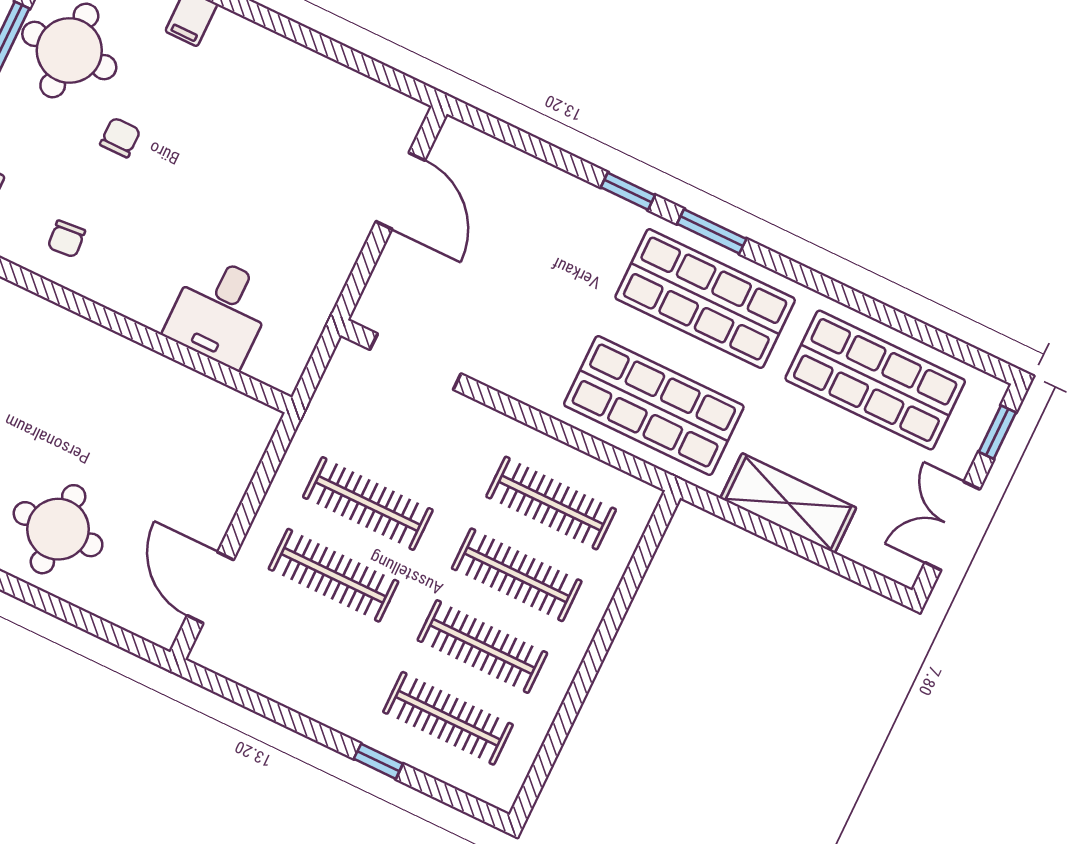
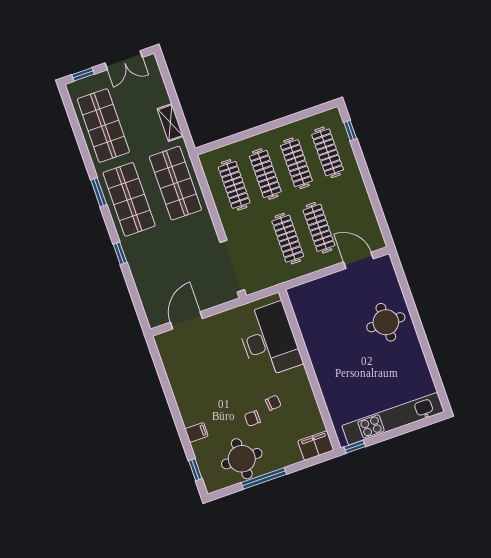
window: (712, 231) -> (99, 192), moved
chair: (66, 239) -> (273, 403), moved
desk: (220, 311) -> (269, 340), width x1.87, depth x1.30
doorway: (415, 362) -> (232, 266), width x1.36
shelving: (788, 503) -> (170, 123), width x0.67, depth x0.75
door: (210, 588) -> (359, 260), swing flipped
window: (378, 761) -> (350, 130), moved

